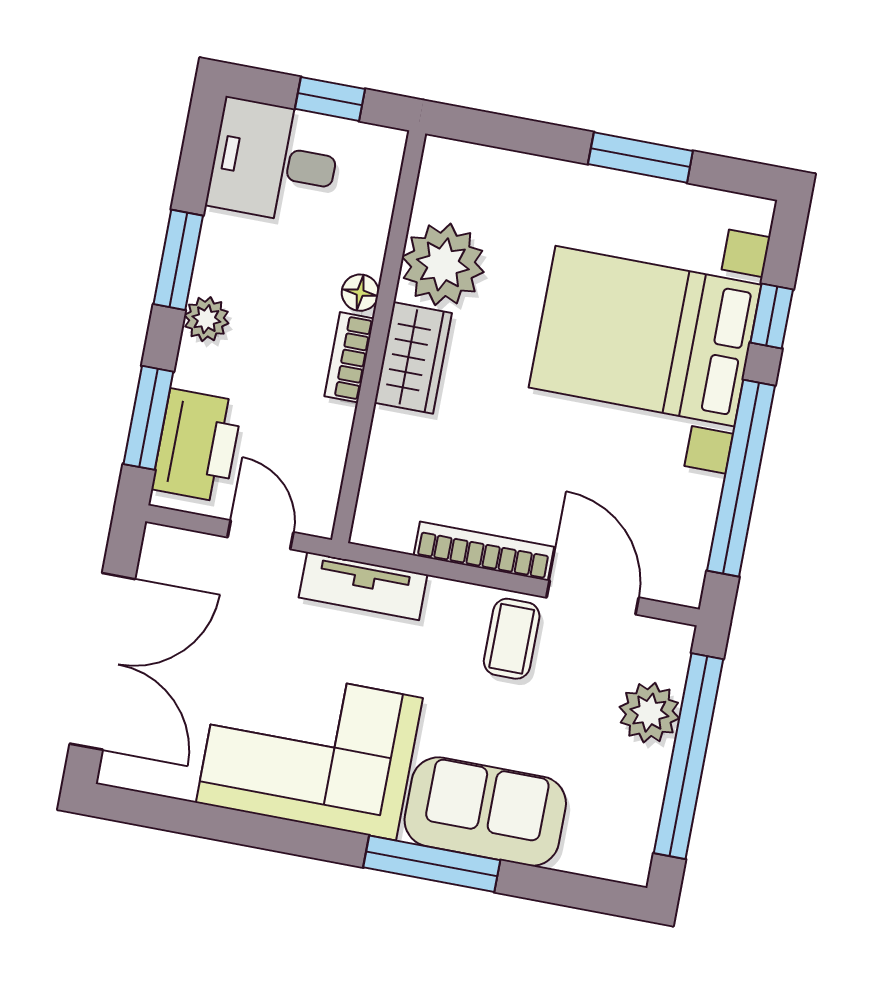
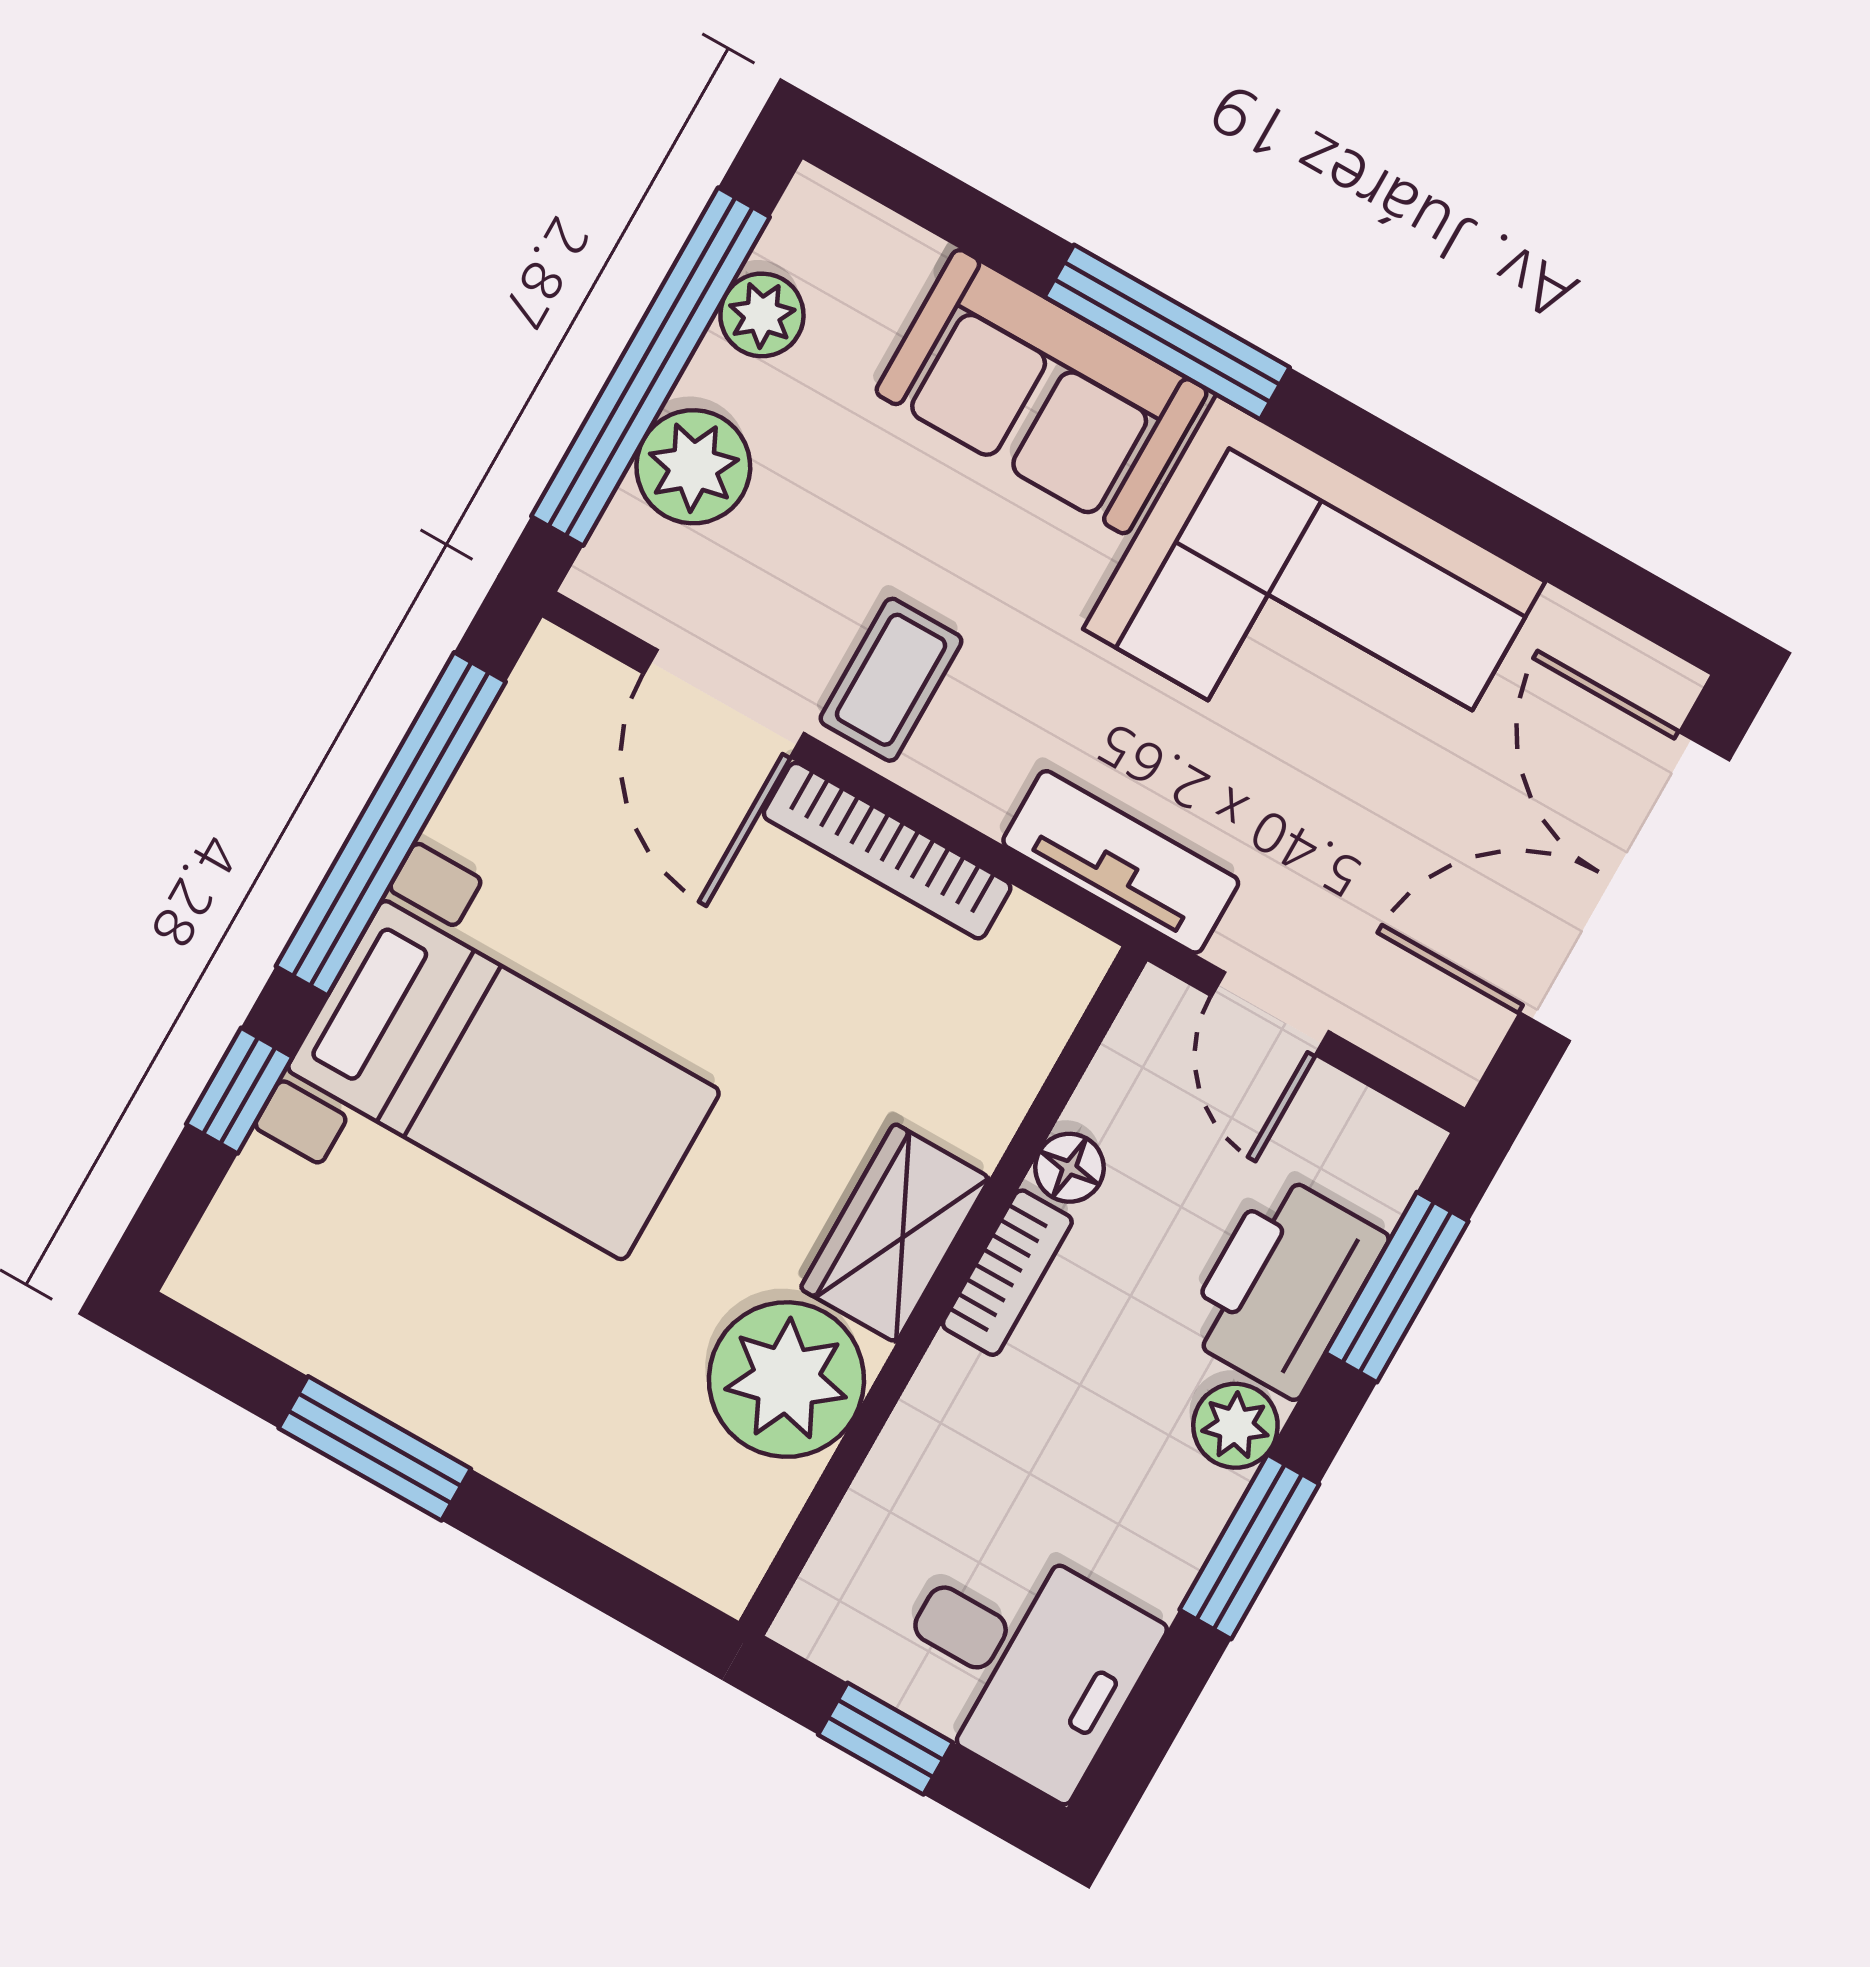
floor lamp: (360, 293) -> (1069, 1168), moved
bed with nightstands: (645, 336) -> (503, 1080), width x0.73
printer: (197, 445) -> (1284, 1286), moved
plant: (641, 802) -> (762, 315), added

